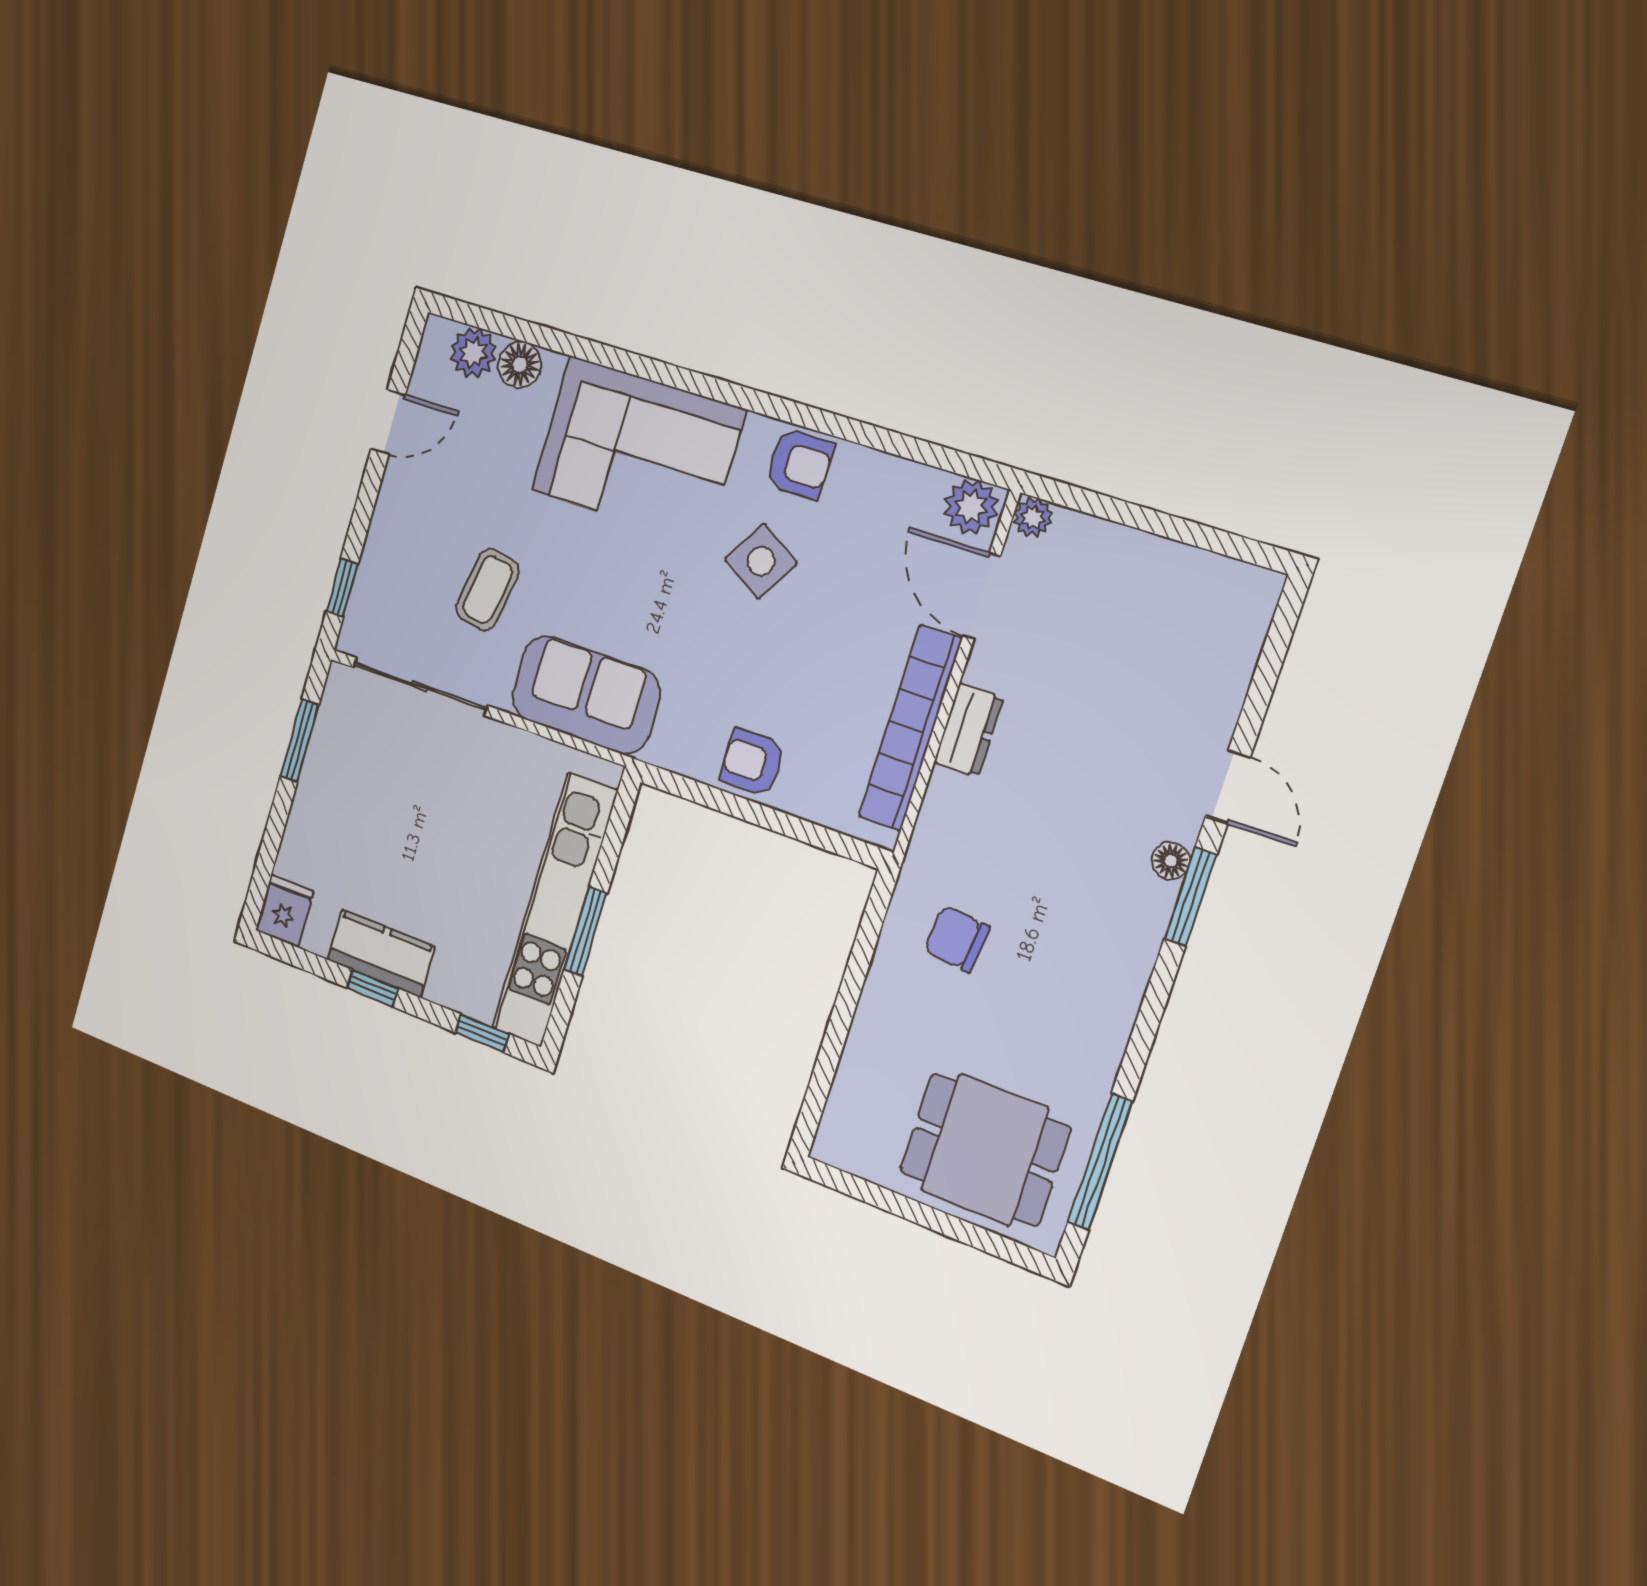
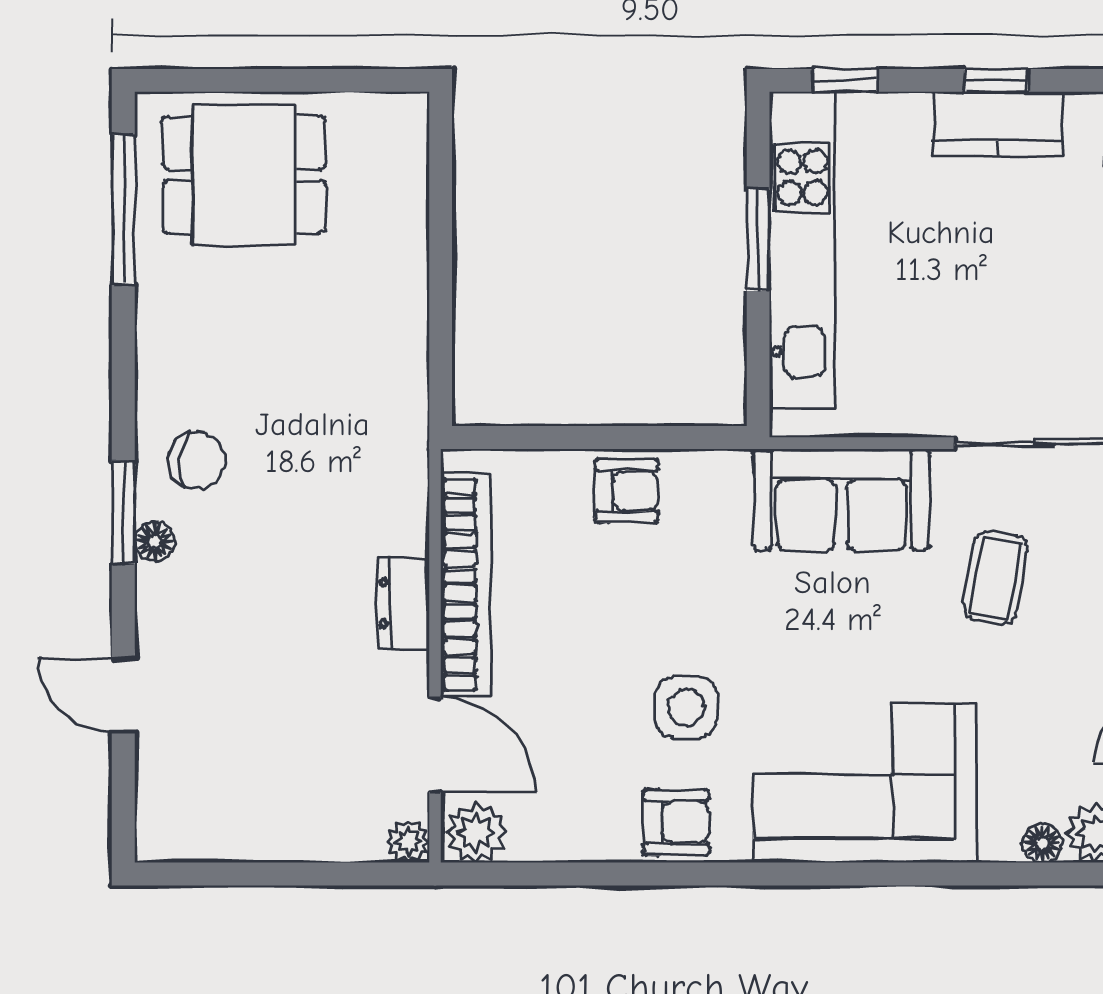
floor lamp: (520, 365) -> (1042, 843), width x0.73, depth x0.73
armchair: (799, 464) -> (676, 822), turned 180
side table: (761, 561) -> (686, 707), turned -32
door: (1228, 787) -> (123, 695), moved
chair: (957, 939) -> (197, 460), moved

